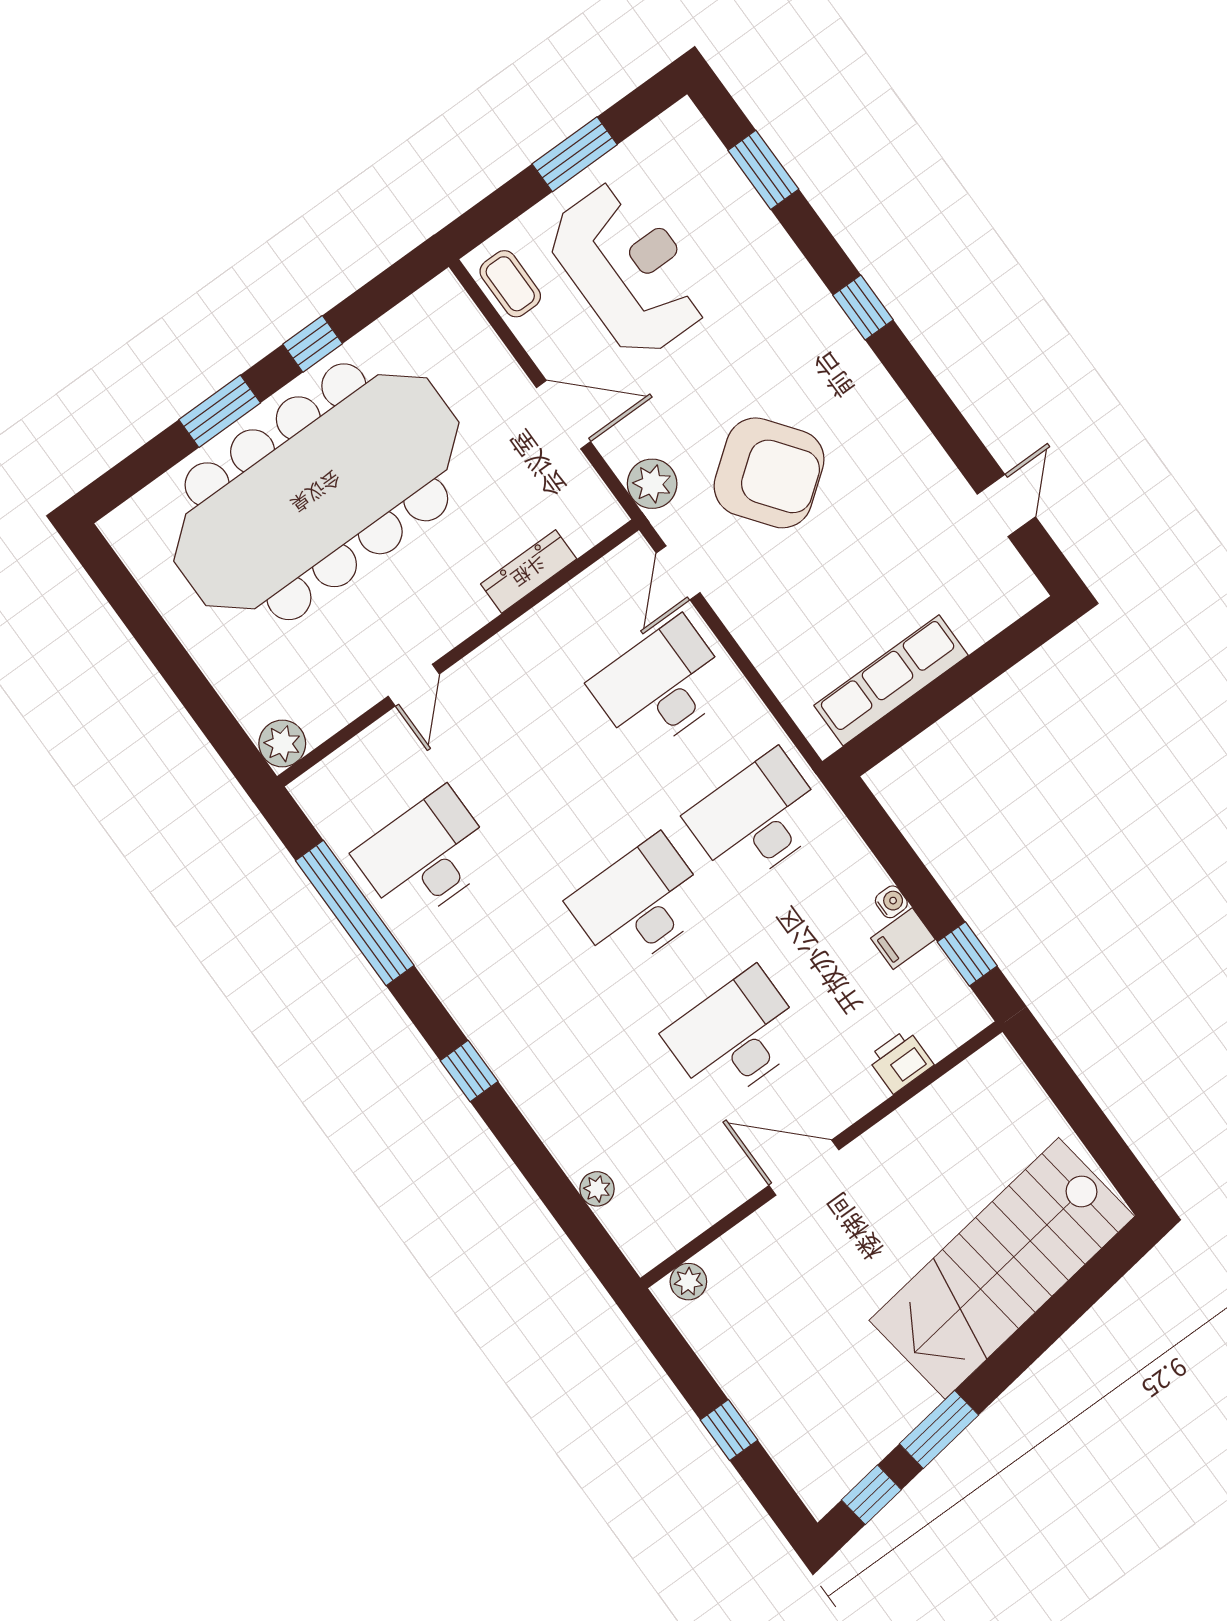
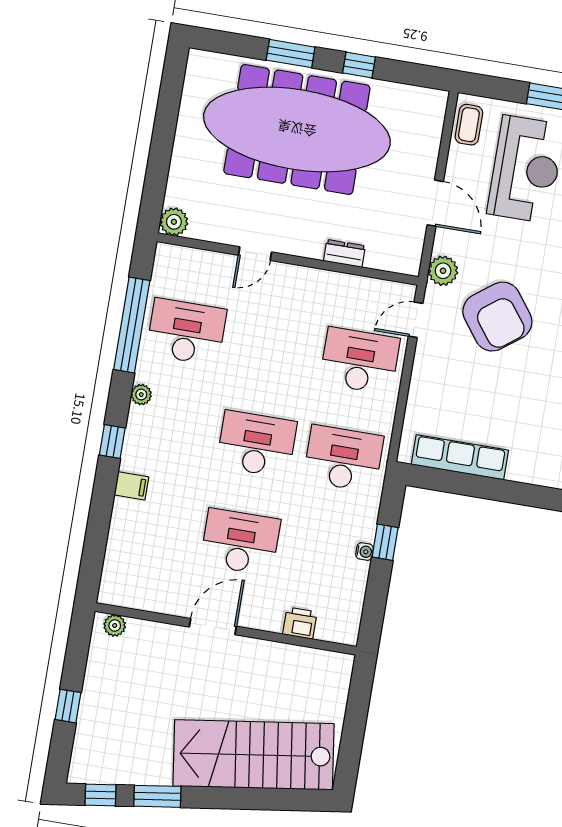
dresser: (529, 571) -> (344, 253), width x0.70
filing cabinet: (903, 939) -> (131, 486), moved, turned 180
window: (967, 954) -> (385, 542), moved
door: (804, 1168) -> (213, 627), hinge flipped
plant: (597, 1189) -> (141, 395), moved

